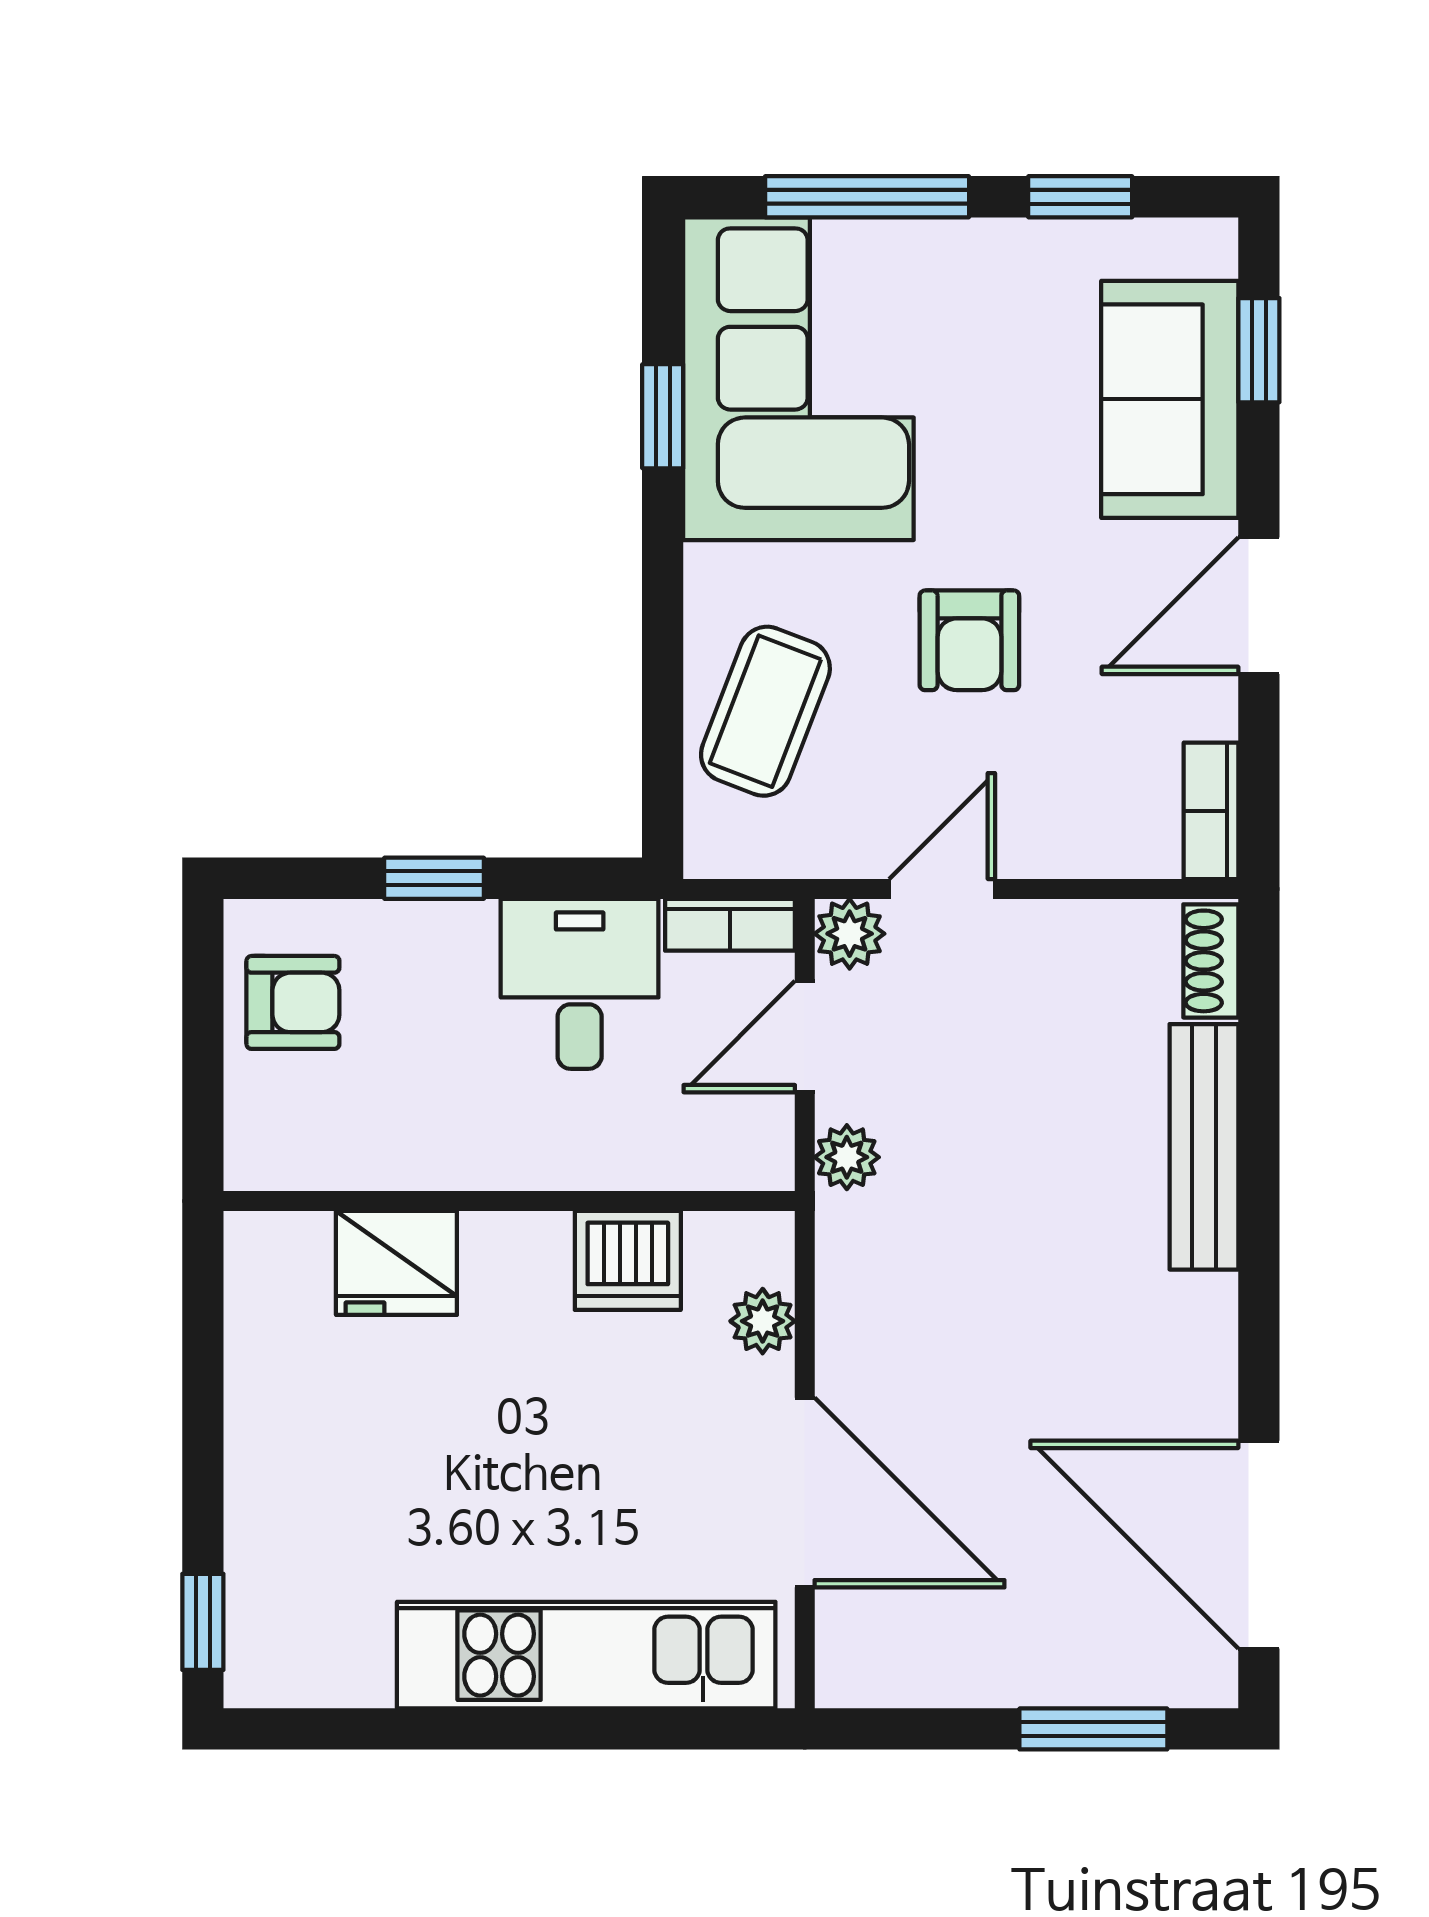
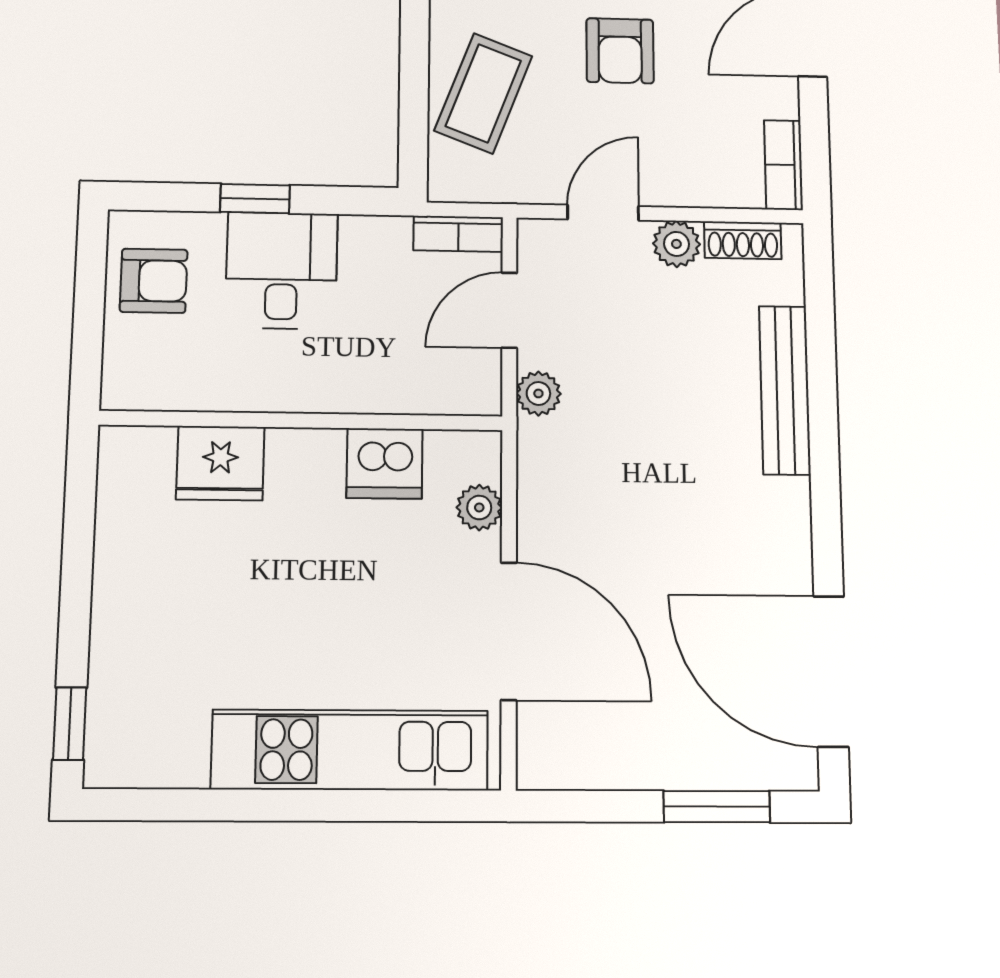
plant: (850, 934) -> (676, 244), moved
shoe rack: (1211, 961) -> (743, 240), moved, turned -90
desk: (580, 984) -> (282, 270), moved

